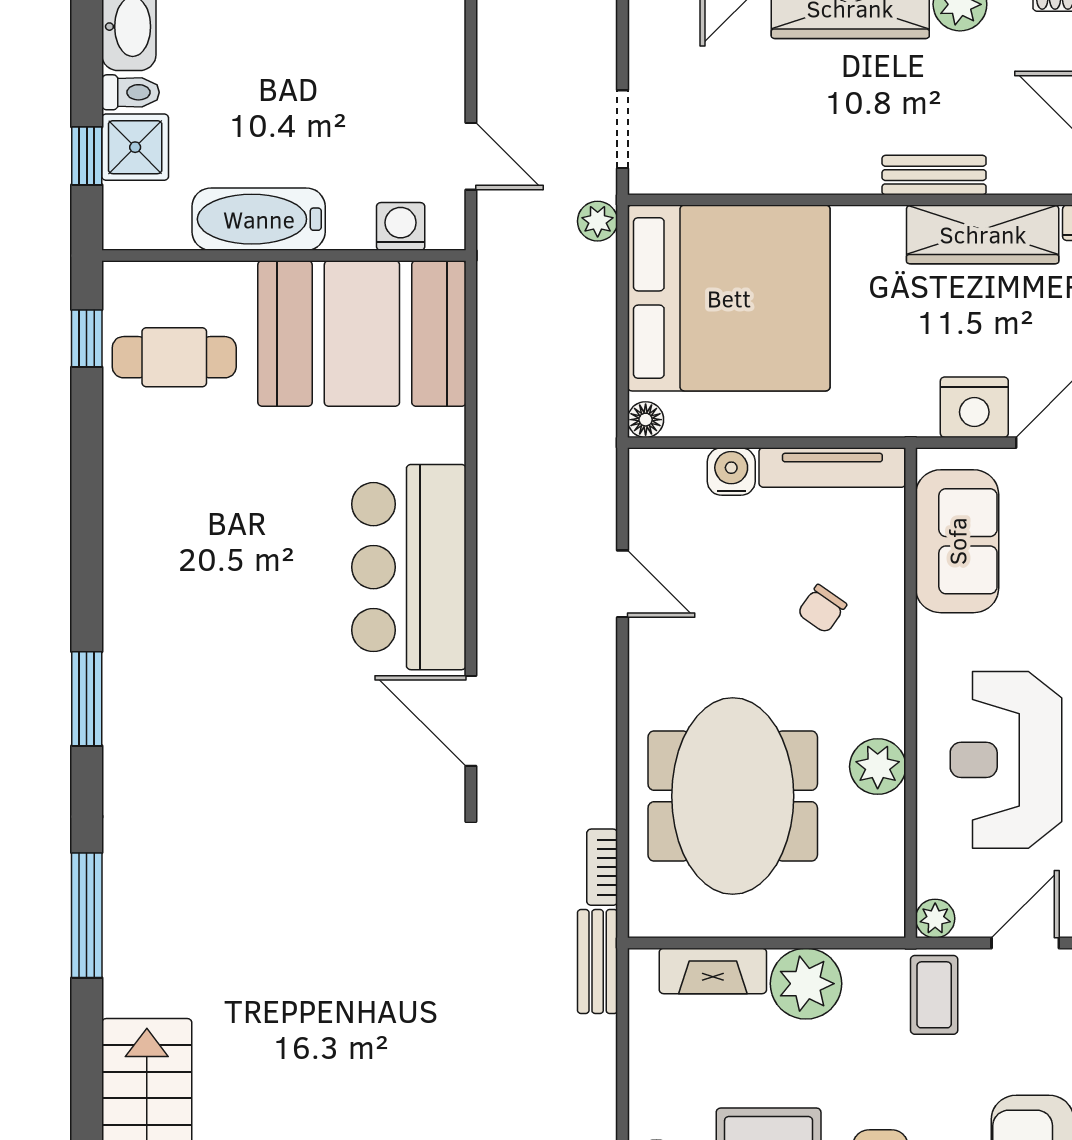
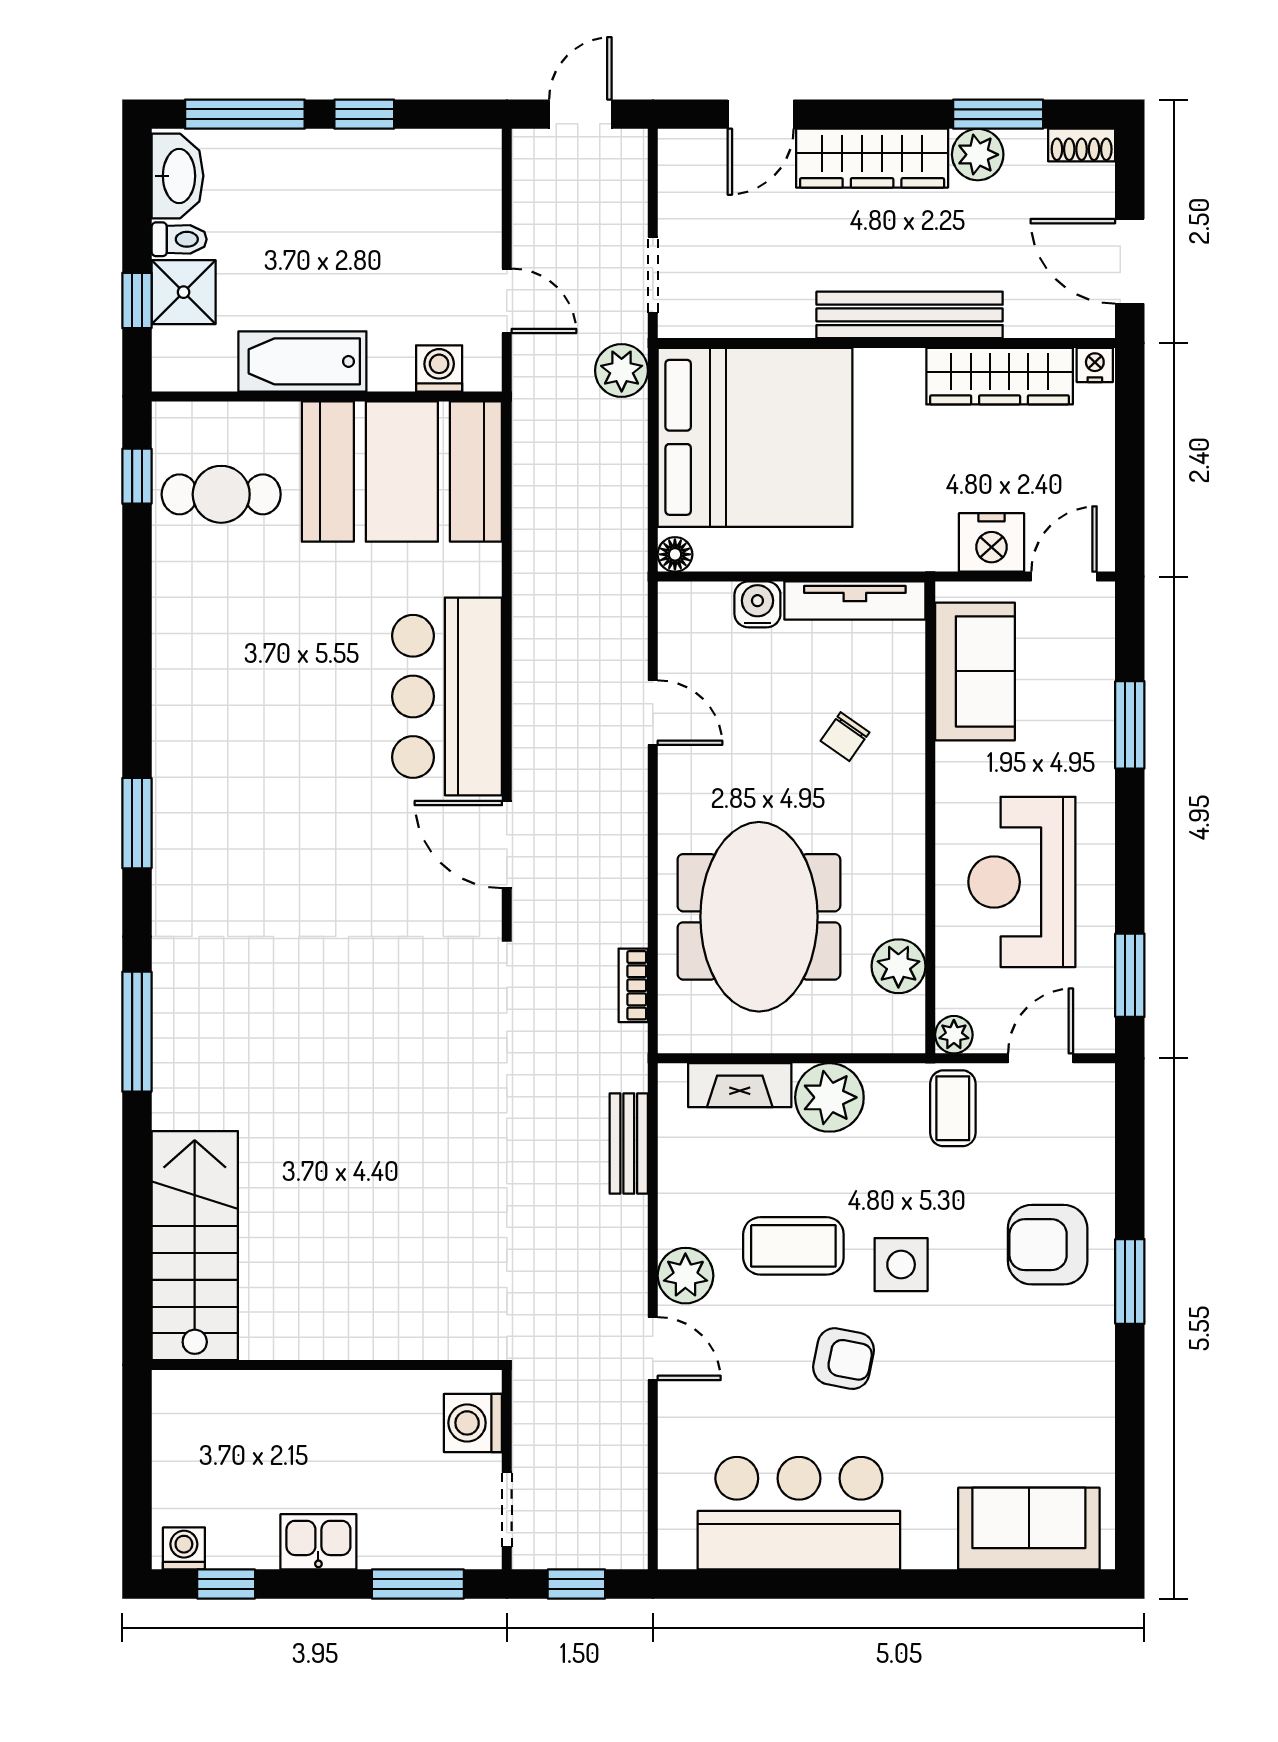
bench: (934, 175) -> (910, 315), width x1.86, depth x1.21
plant: (598, 221) -> (622, 371), width x1.38, depth x1.38
plant: (878, 767) -> (898, 966), moved
bench: (598, 962) -> (629, 1144), moved

